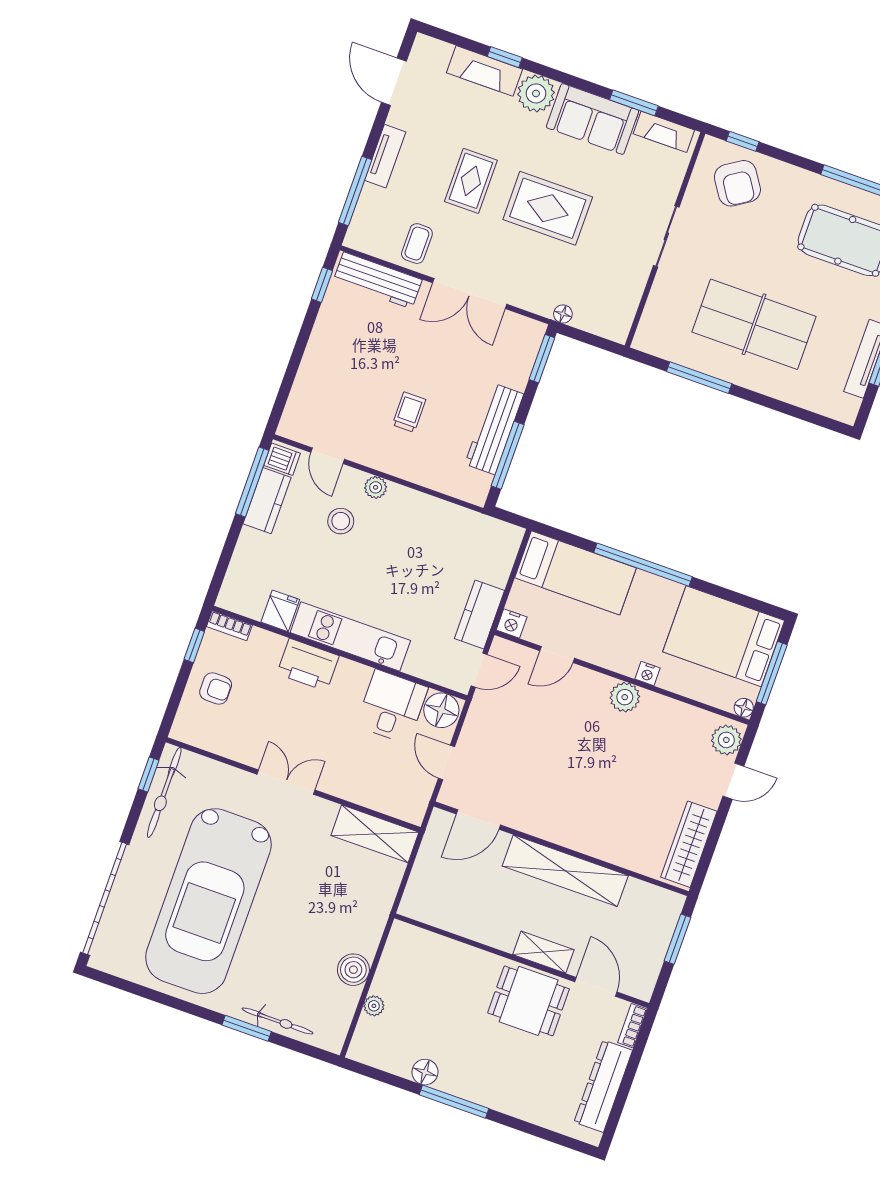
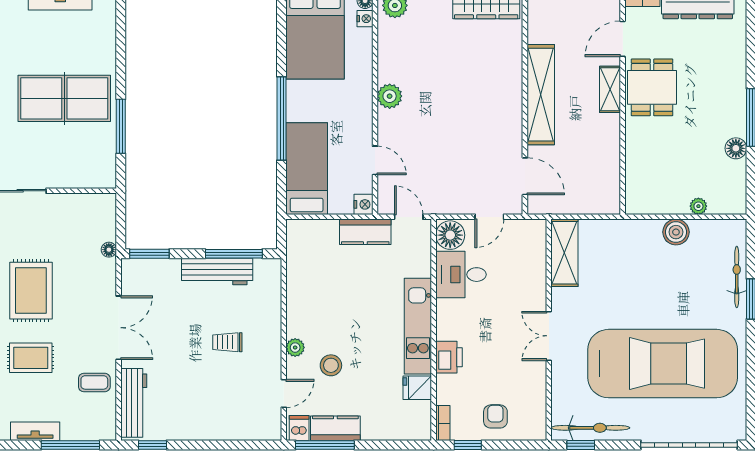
table tennis table: (754, 324) -> (64, 98), turned 90
printer: (308, 665) -> (449, 357), width x0.73, depth x0.84
nightstand: (647, 674) -> (365, 19), moved

